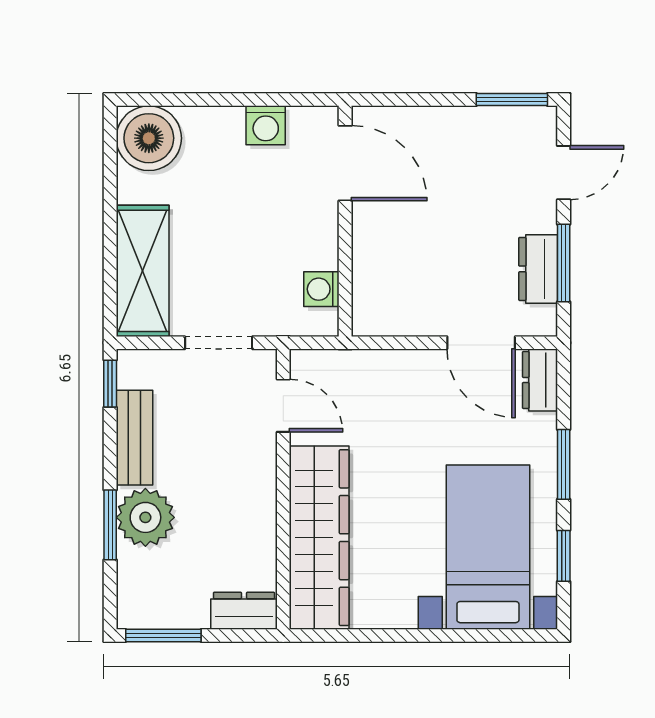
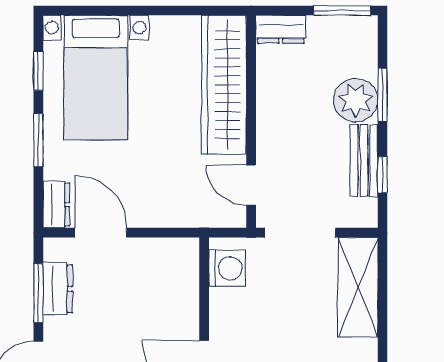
washing machine: (321, 289) -> (227, 268), width x1.38, depth x1.38
doorway: (219, 343) -> (300, 233), width x1.38
window: (110, 384) -> (382, 175), moved

